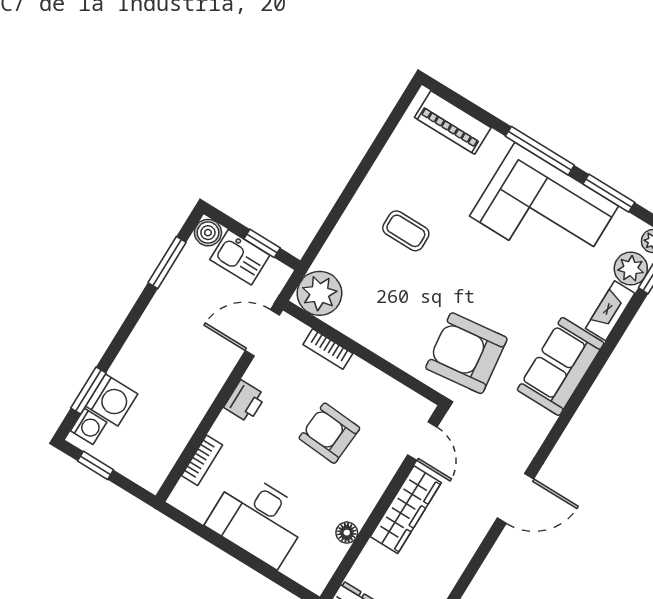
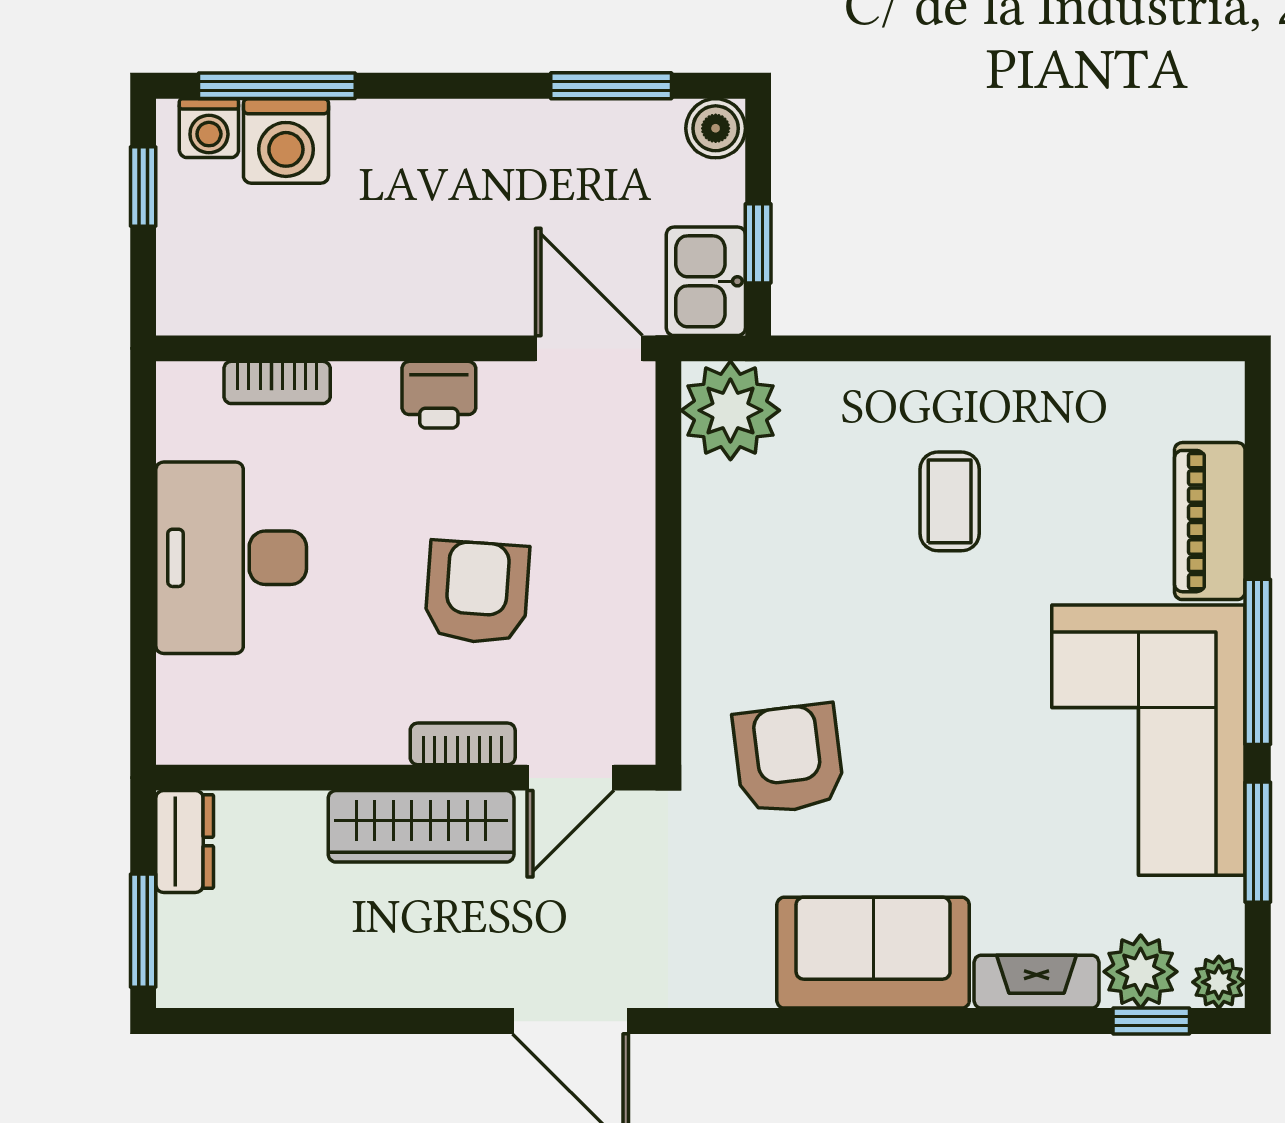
piano: (453, 122) -> (1210, 521), moved
kitchen sink: (240, 257) -> (706, 281), moved
bookcase: (328, 349) -> (463, 744), moved, turned 90
armchair: (466, 353) -> (788, 759), width x0.73, depth x0.73
window: (88, 391) -> (277, 86), width x1.44
floor lamp: (347, 533) -> (309, 741), removed

